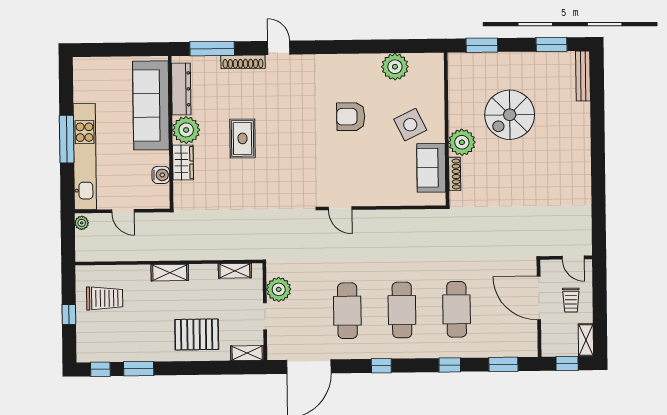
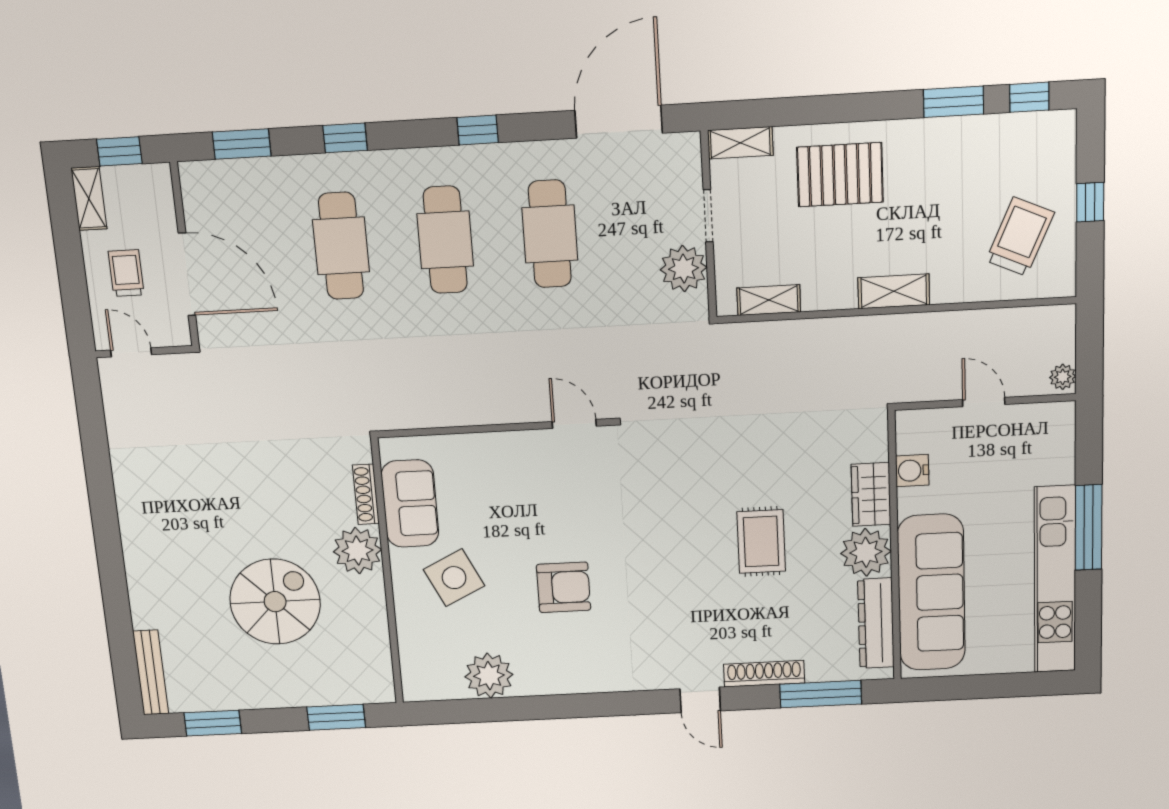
kitchen unit: (85, 157) -> (1055, 580), moved
trolley: (105, 298) -> (1020, 237), turned 114

